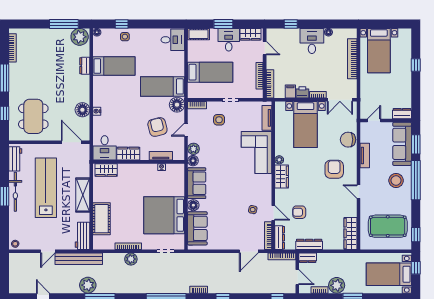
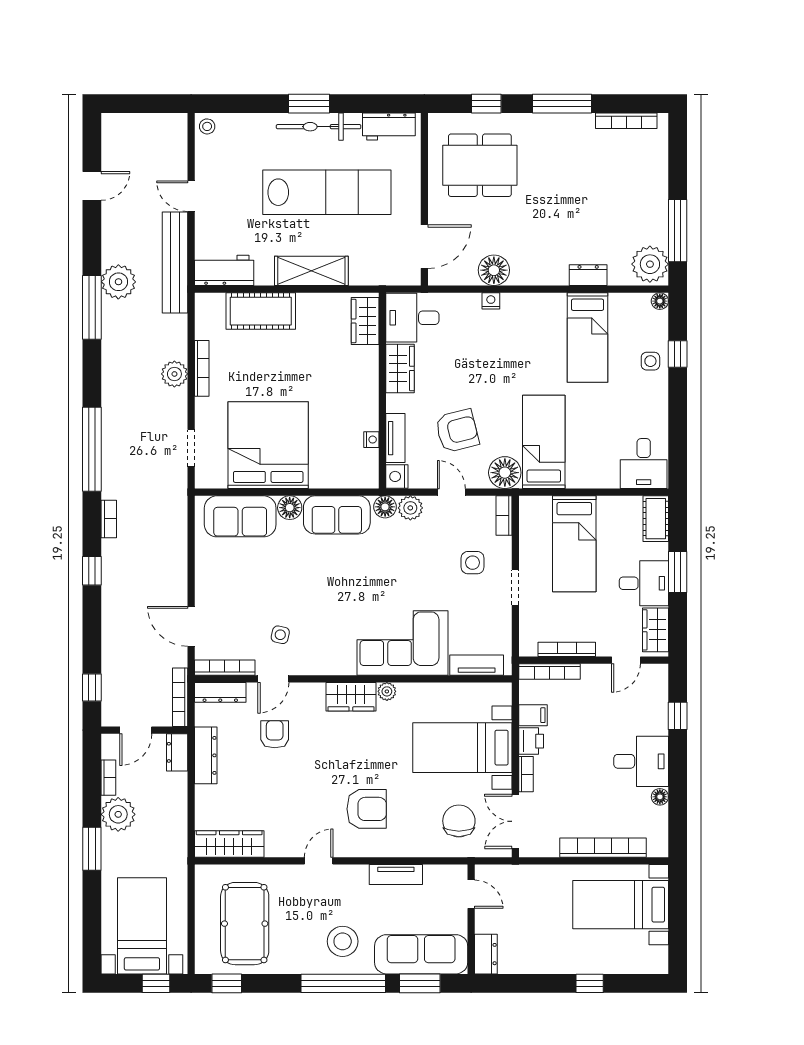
chair: (348, 140) -> (459, 821), moved
nightstand: (179, 155) -> (397, 476), added

